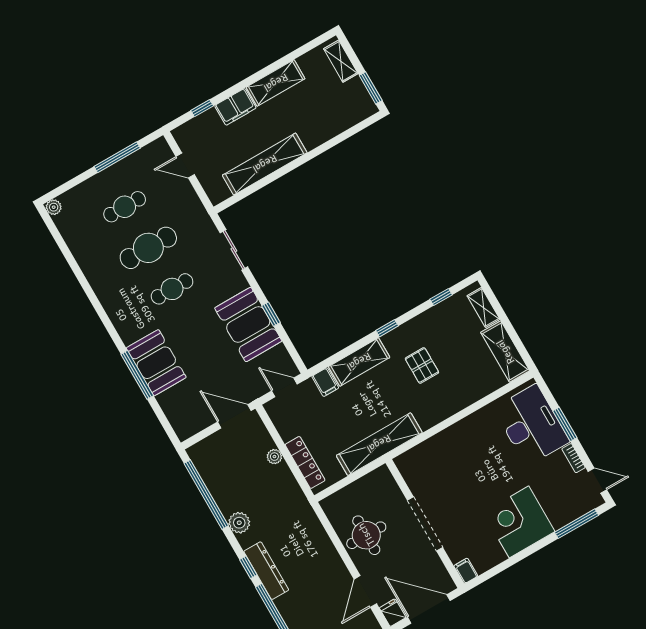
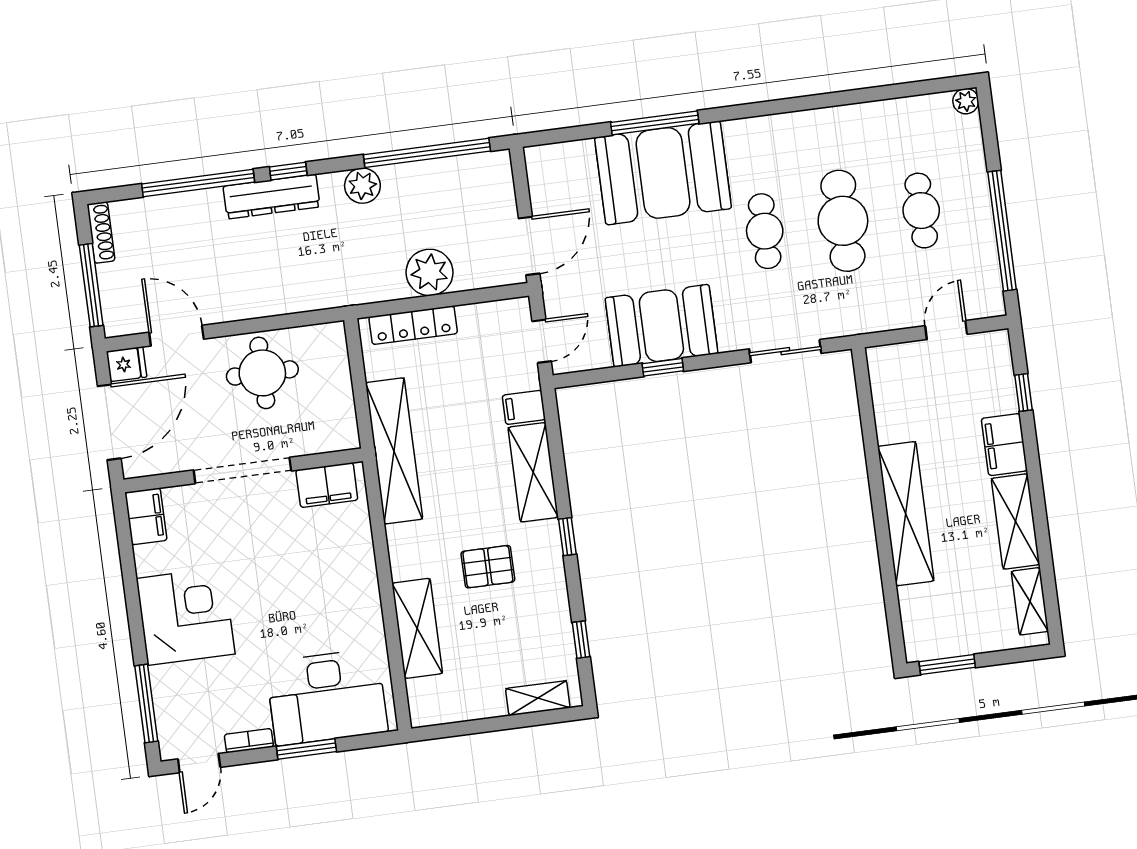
shelving: (341, 61) -> (1030, 601), moved, turned 90
window: (117, 157) -> (1002, 231), width x1.46
shelving: (265, 164) -> (906, 514), moved
shelving: (505, 352) -> (417, 628), moved, turned 90
booth: (156, 363) -> (663, 173), width x1.36, depth x1.42
plant: (274, 457) -> (430, 272), width x1.88, depth x1.88
filing cabinet: (414, 474) -> (327, 485), added
filing cabinet: (466, 571) -> (146, 516), width x2.00

